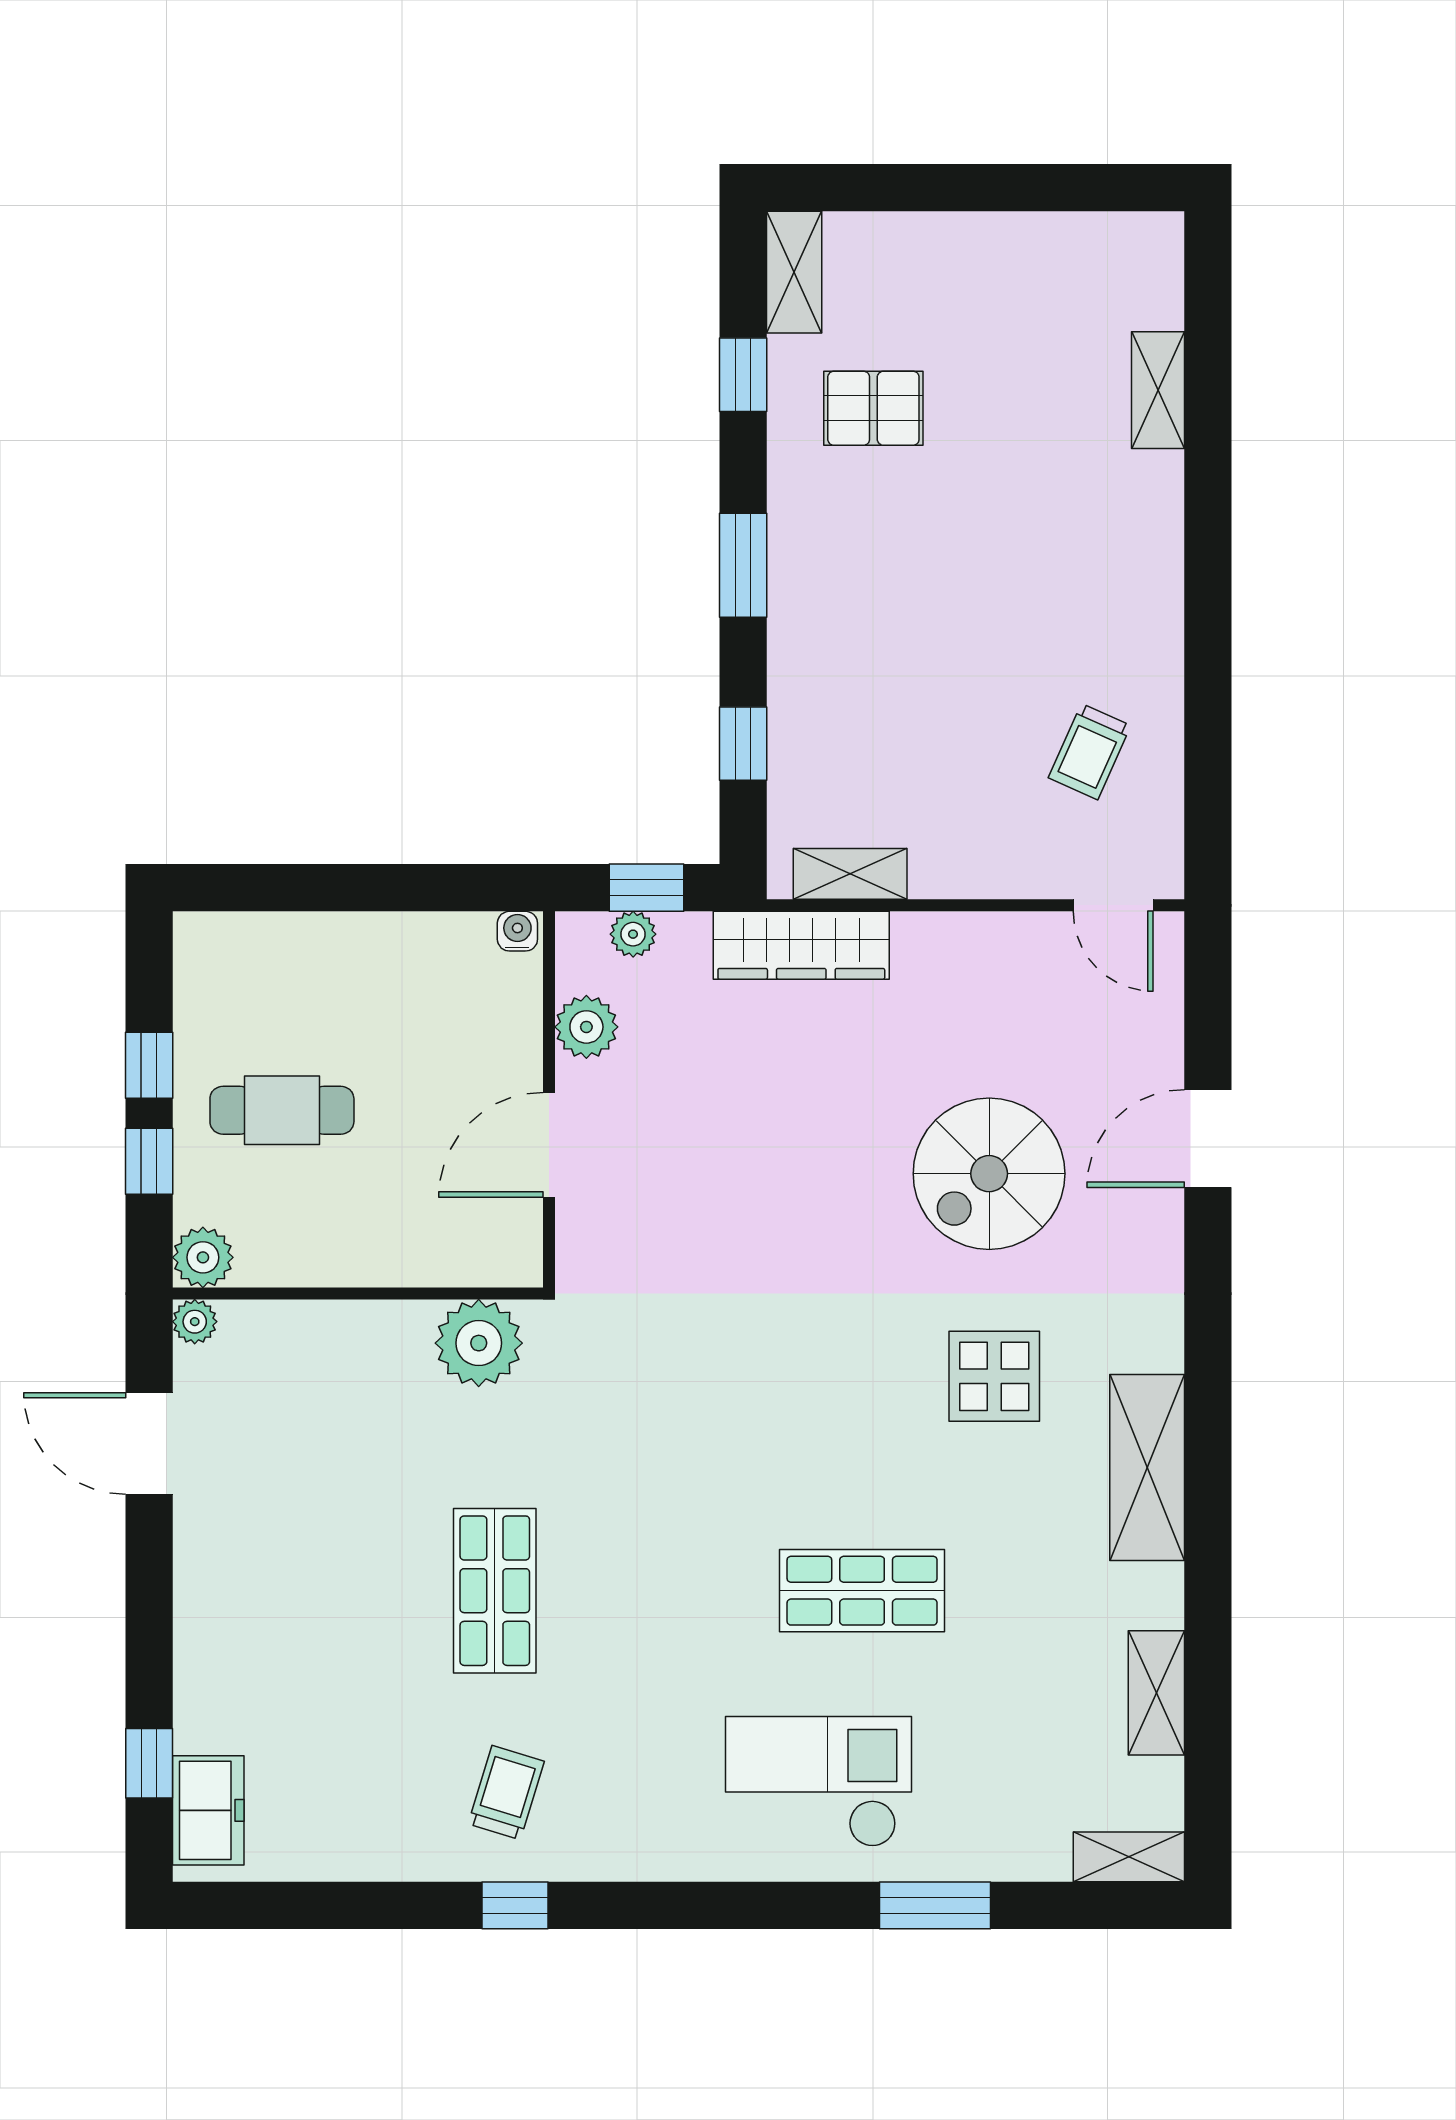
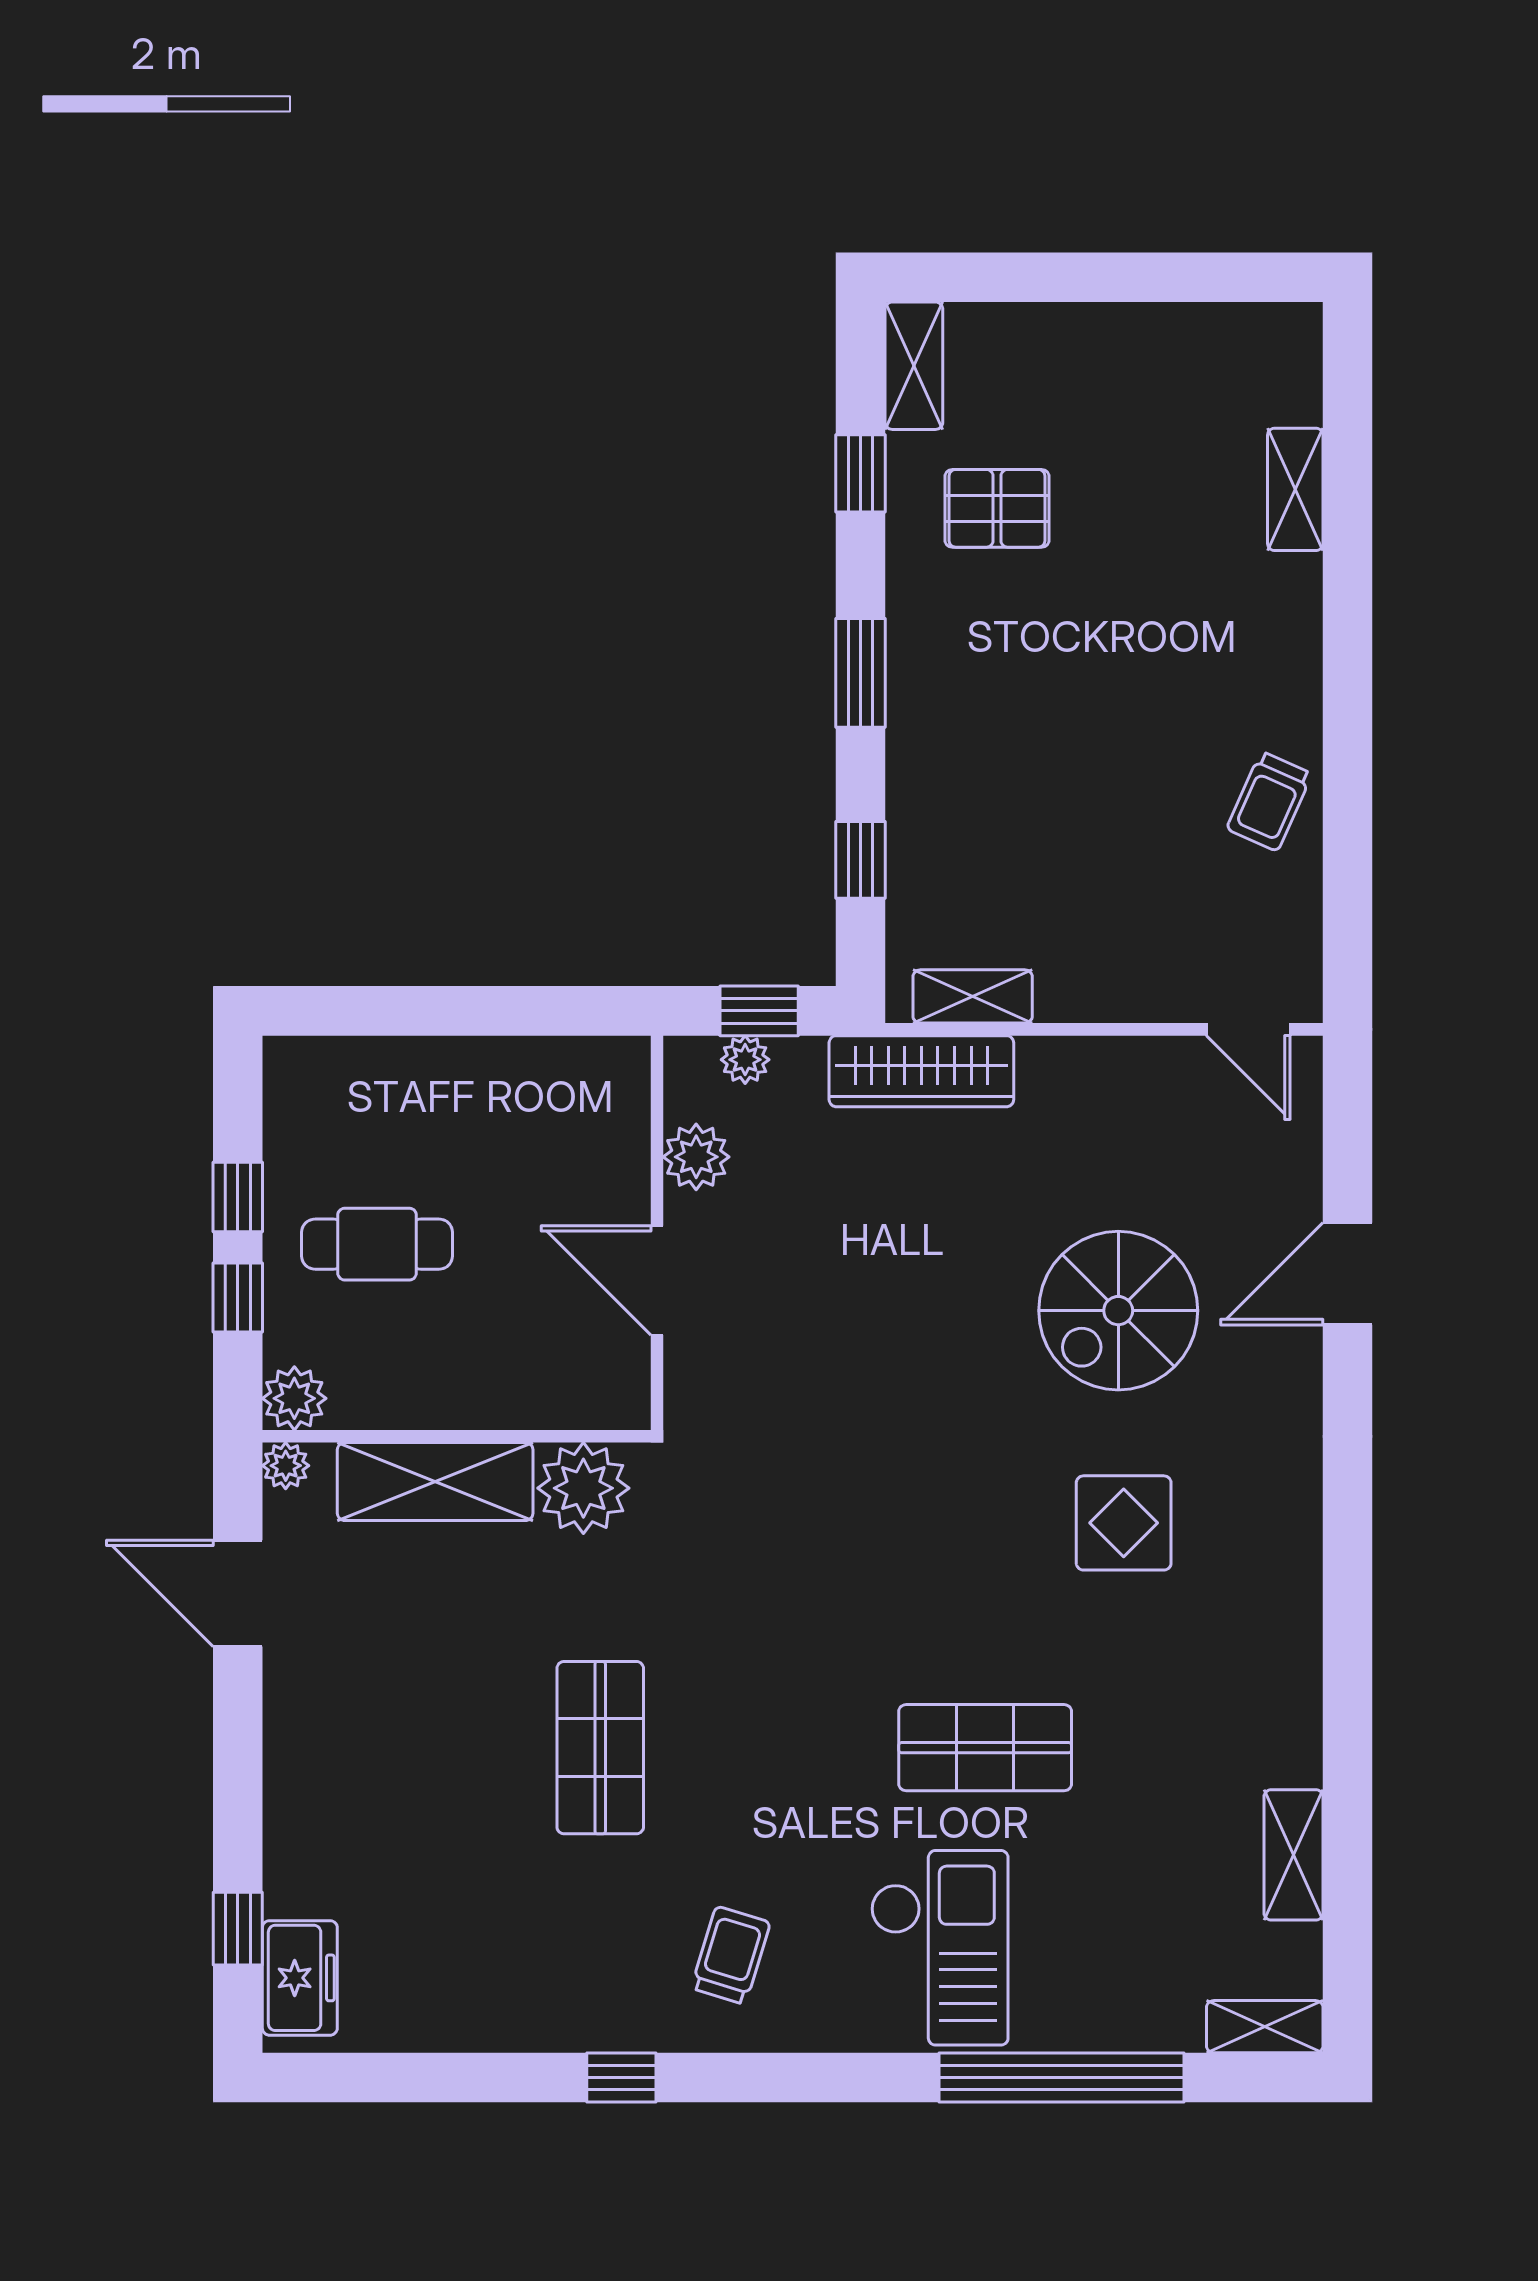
trolley: (1090, 752) -> (1269, 801), moved
water cooler: (517, 931) -> (624, 1056), removed
door: (549, 1145) -> (657, 1280), hinge flipped
shelving: (1147, 1467) -> (435, 1482), moved, turned 90
checkout: (818, 1782) -> (939, 1948), turned 90
trolley: (506, 1793) -> (731, 1955), moved
window: (935, 1905) -> (1062, 2077), width x2.11

